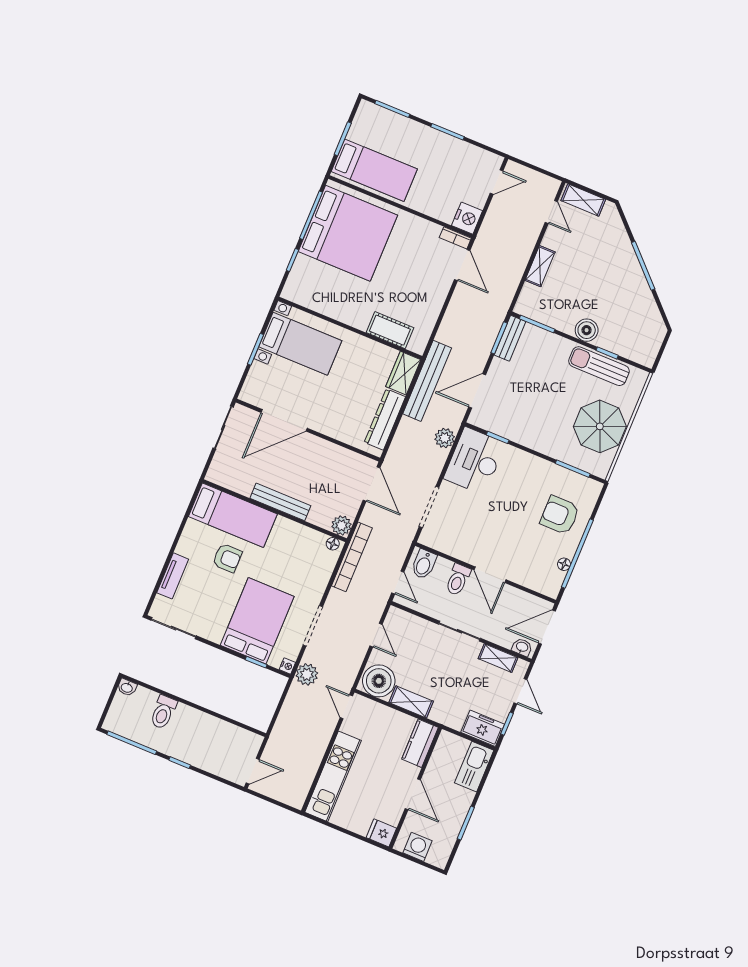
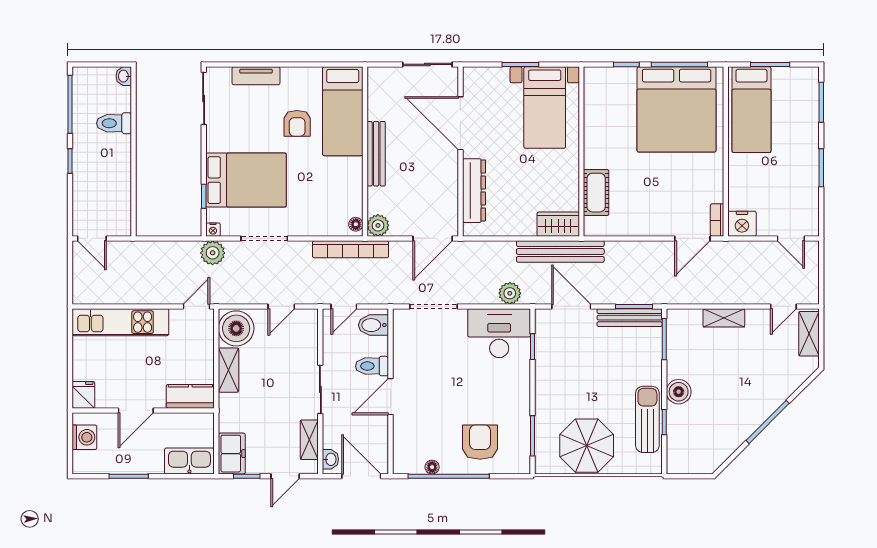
bench: (510, 338) -> (630, 318), width x1.36
dresser: (385, 420) -> (474, 191), moved, turned 90

